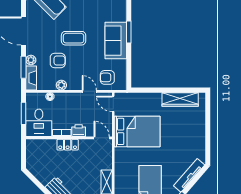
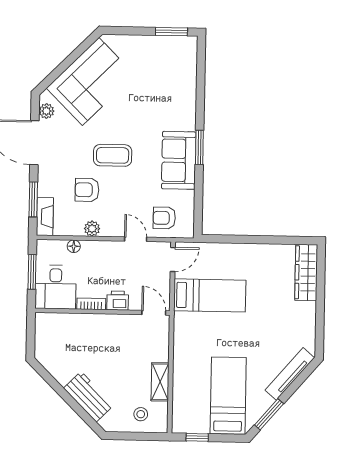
plant: (31, 60) -> (46, 111), moved
armchair: (58, 60) -> (87, 190), turned 180
wardrobe: (180, 99) -> (306, 272), moved, turned 90
door: (113, 104) -> (173, 259), swing flipped
bed: (137, 131) -> (210, 295), width x0.67
locker: (68, 145) -> (100, 322), removed

